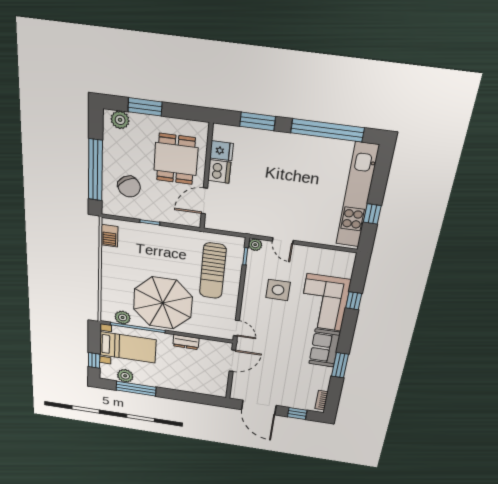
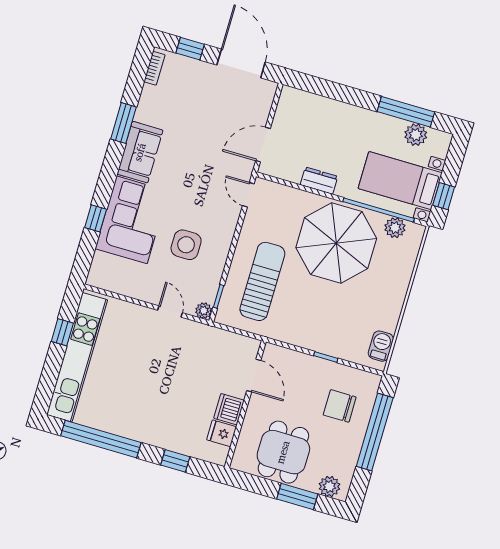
window: (258, 121) -> (175, 461), width x0.67
dining table: (176, 159) -> (283, 452), moved
chair: (129, 187) -> (340, 406), turned -57
door: (204, 201) -> (254, 375), hinge flipped
window: (94, 360) -> (444, 196), moved

